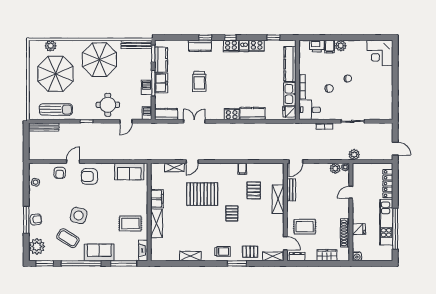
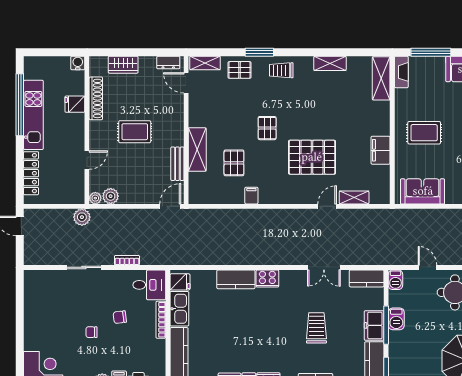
door: (126, 121) -> (427, 267), hinge flipped
rug: (130, 223) -> (424, 133), moved
shelving: (156, 223) -> (381, 78), moved
rug: (305, 227) -> (135, 132), moved

